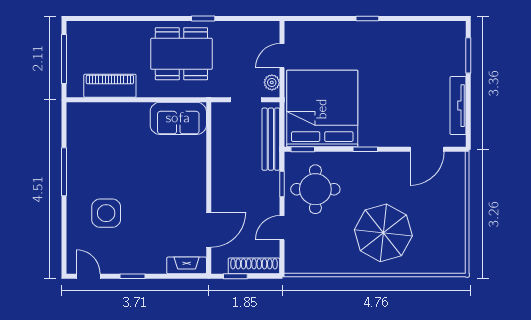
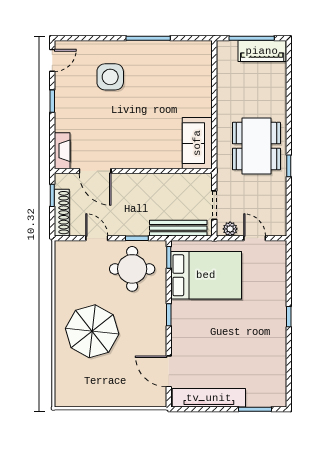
piano: (110, 86) -> (262, 51), moved, turned 90
tv unit: (458, 106) -> (209, 398), width x1.36, depth x1.29
bed: (322, 109) -> (206, 275), width x0.73

